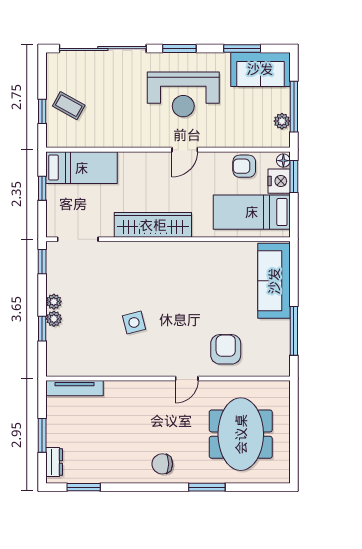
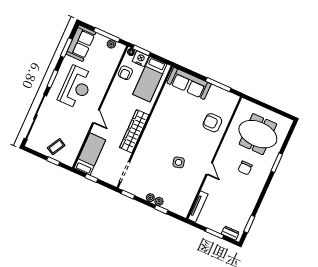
door: (185, 150) -> (96, 116), moved
door: (187, 378) -> (209, 169), moved
chair: (162, 464) -> (245, 168), moved

